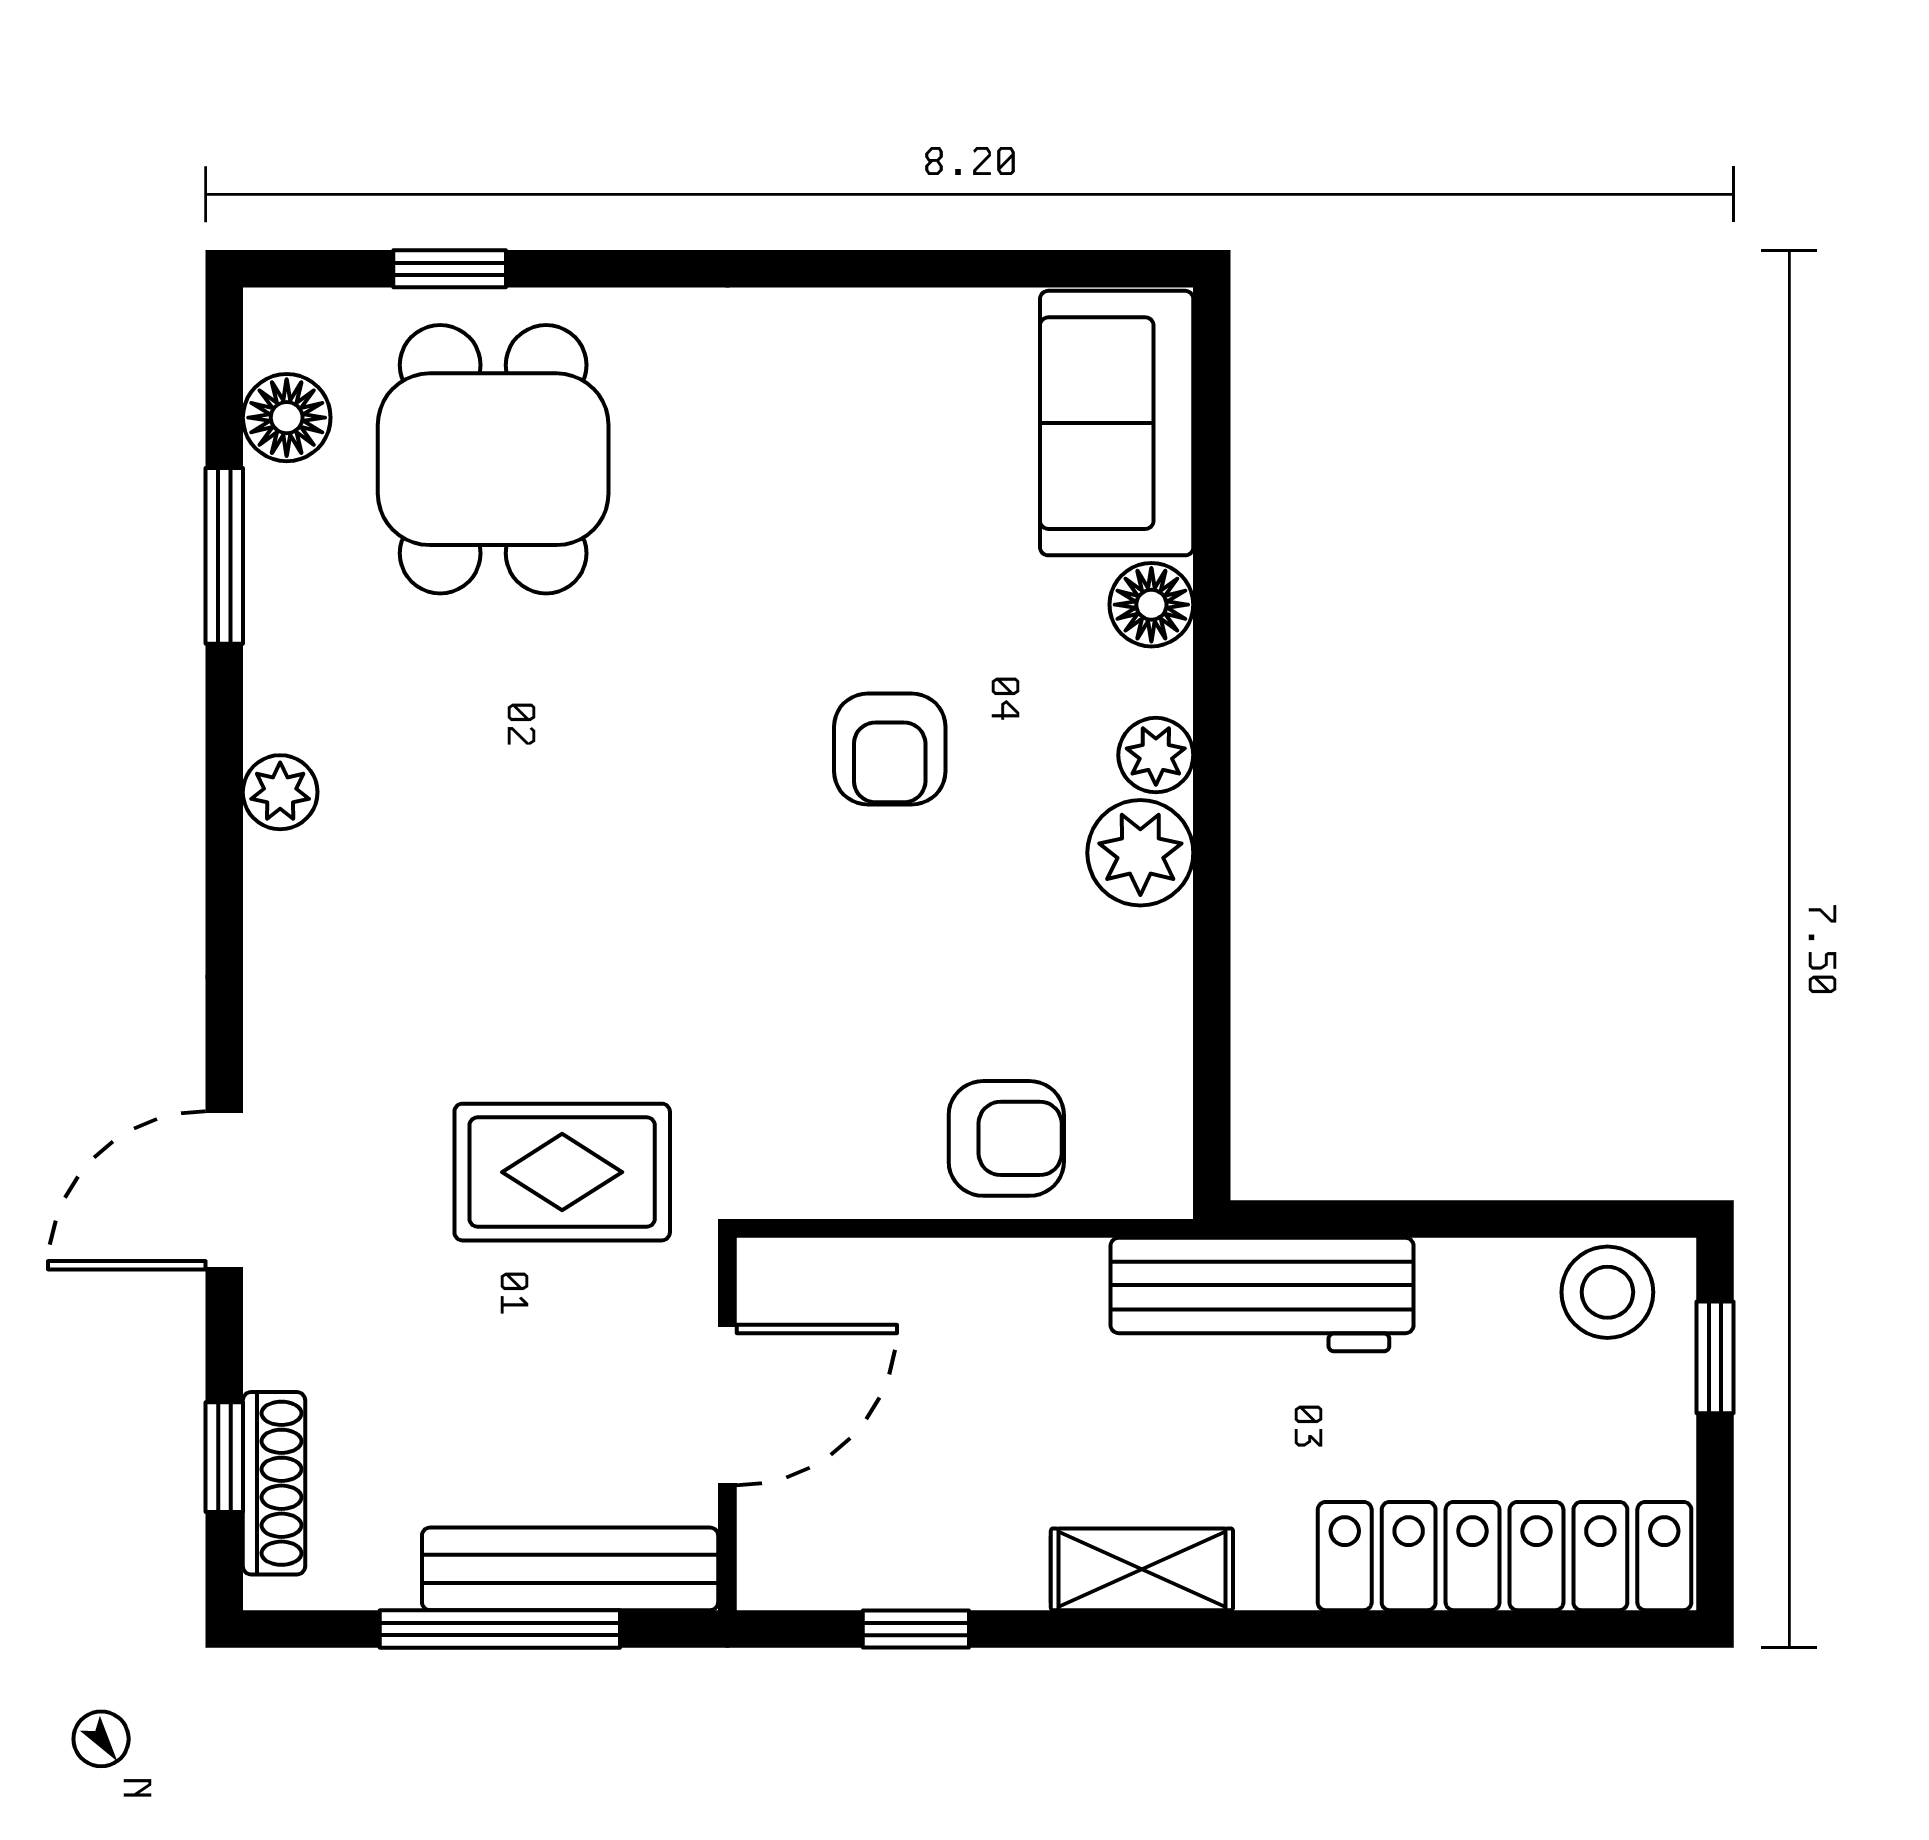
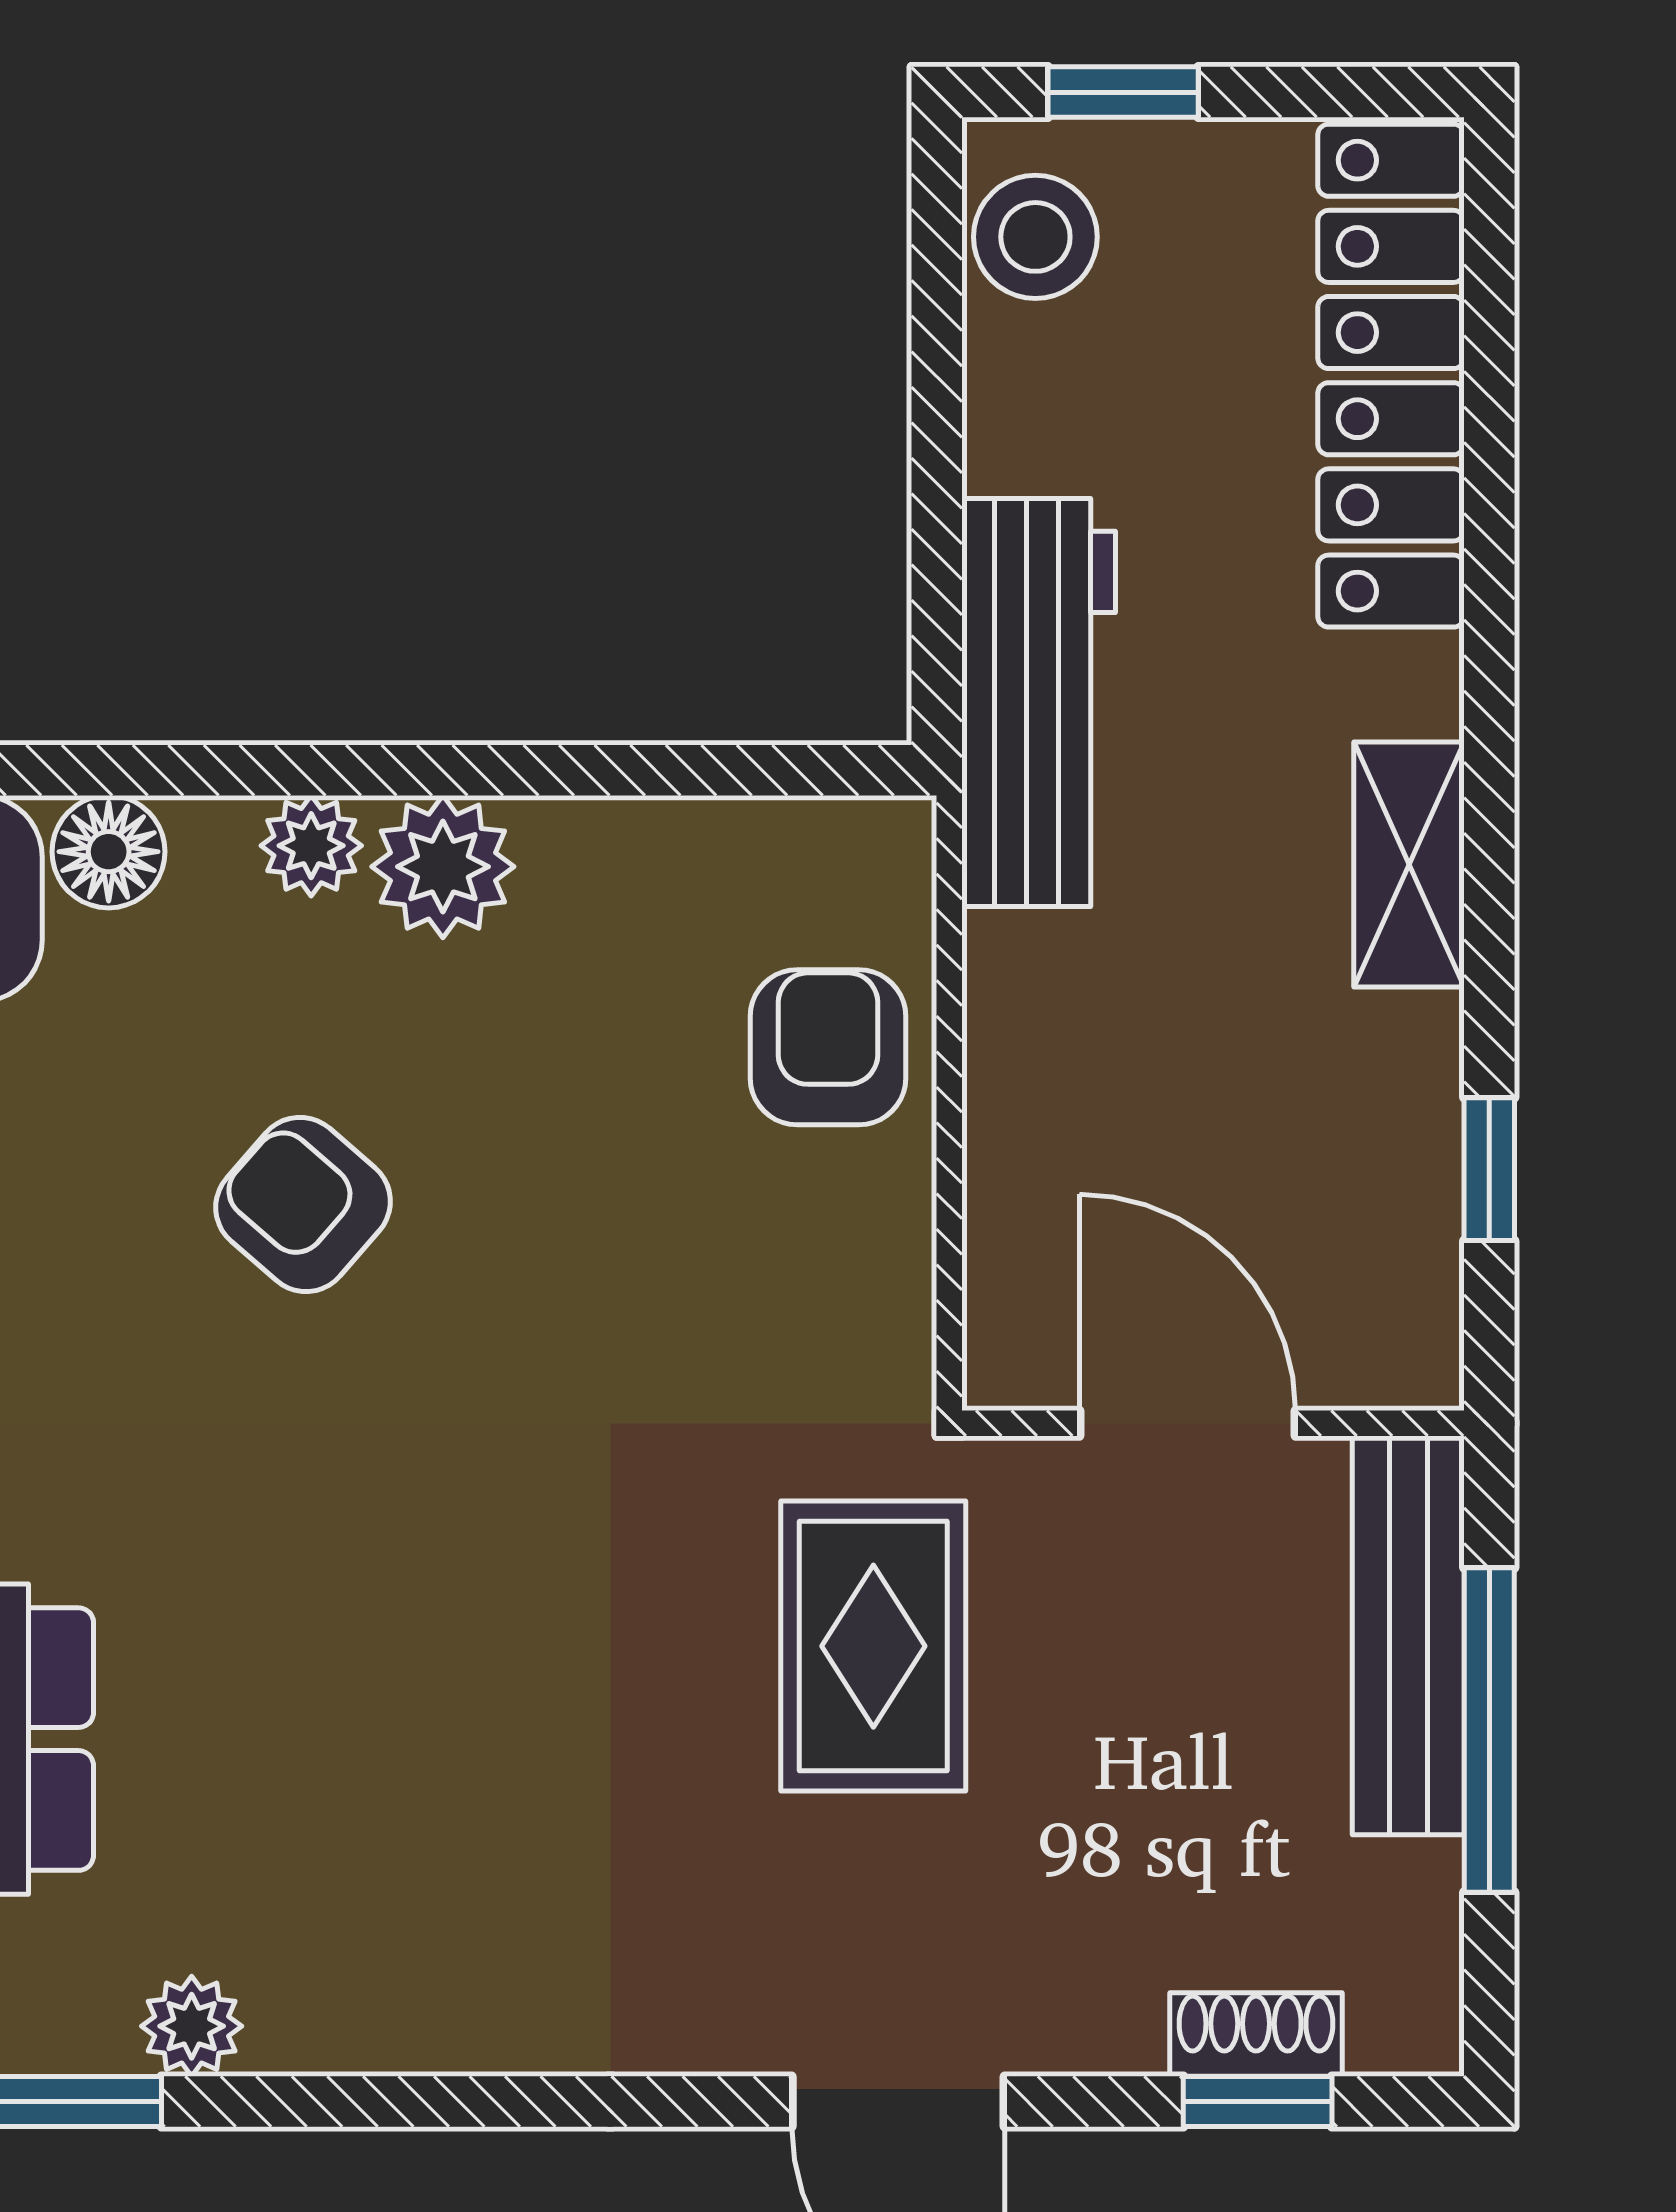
armchair: (890, 749) -> (303, 1204), turned -139
plant: (280, 792) -> (192, 2026), moved
shoe rack: (274, 1483) -> (1256, 2034), width x0.70

